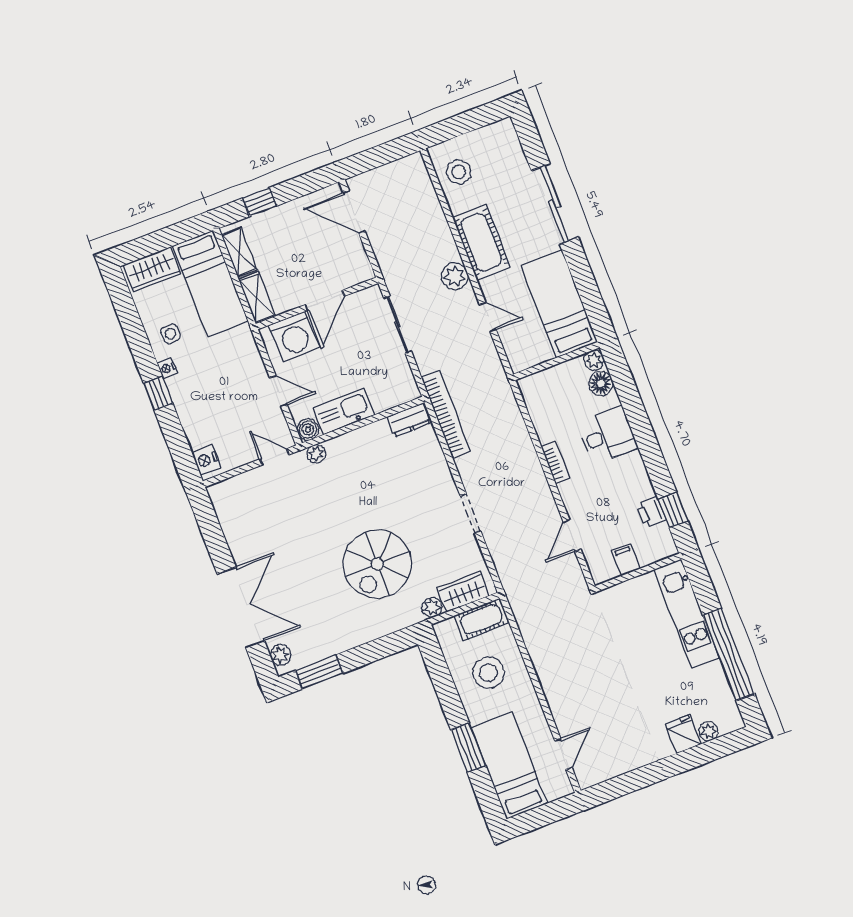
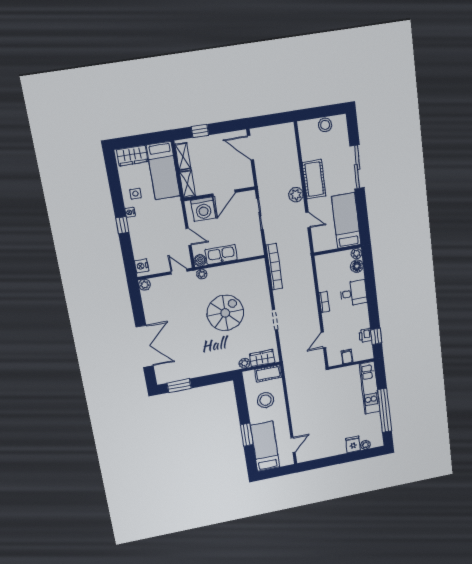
stool: (459, 172) -> (325, 125), moved
dresser: (409, 420) -> (254, 266), removed
spiral stairs: (377, 564) -> (225, 313), moved, turned 180
plant: (281, 655) -> (144, 285), moved

